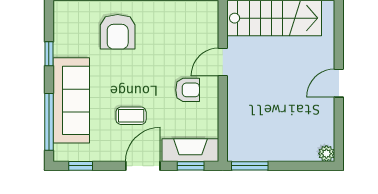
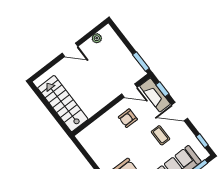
door: (223, 62) -> (129, 91), moved
armchair: (188, 90) -> (128, 118), turned -90
plant: (326, 154) -> (97, 38), moved

